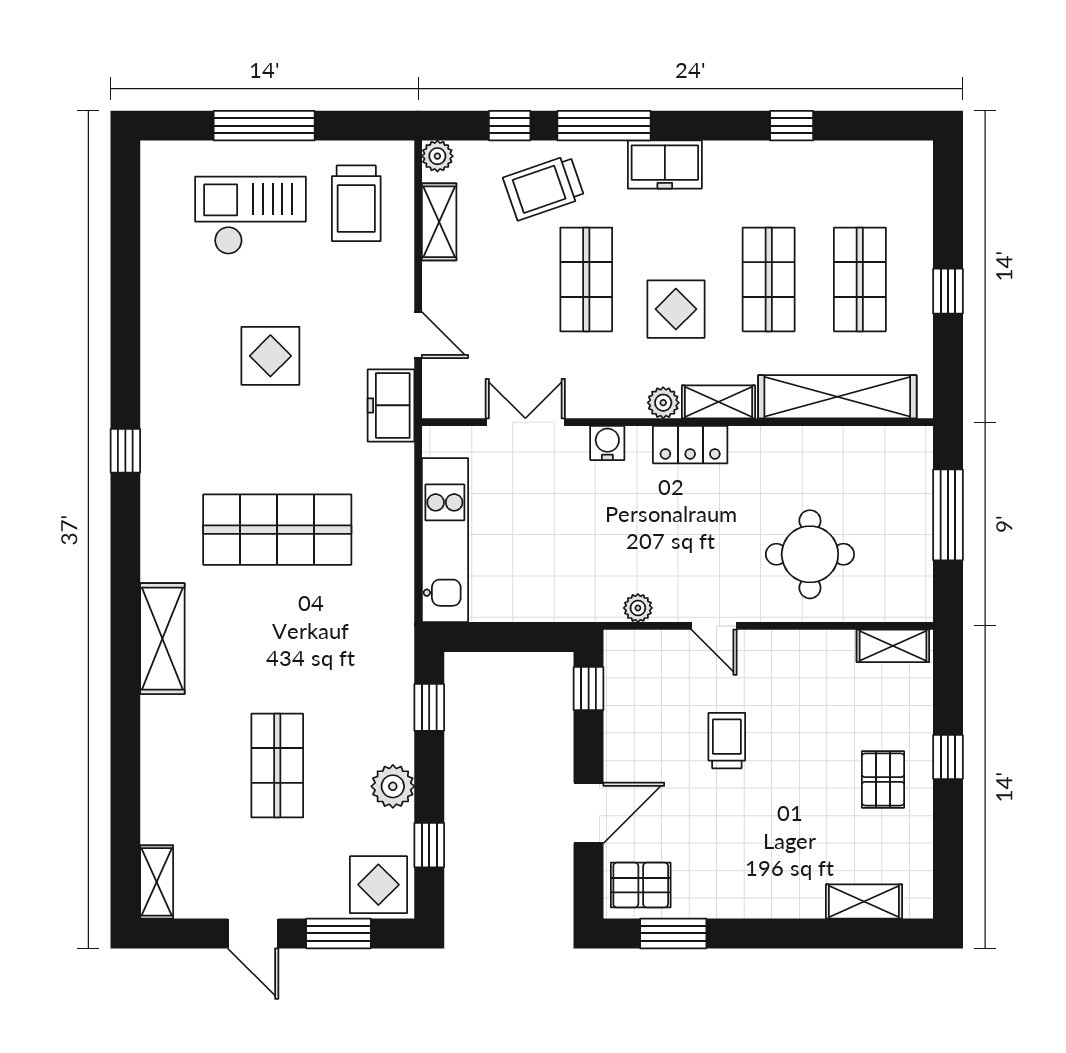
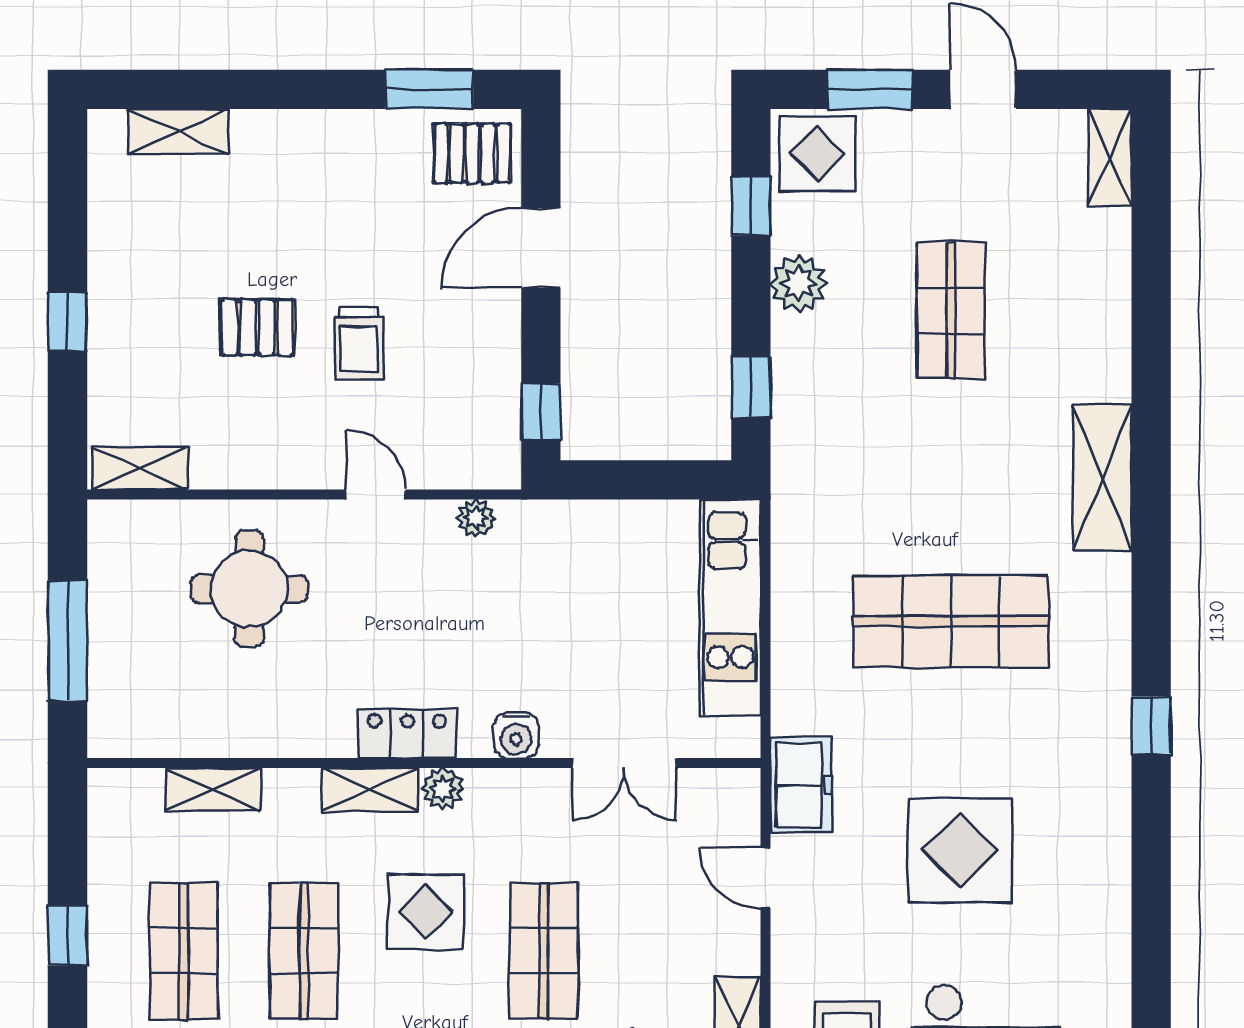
display table: (270, 356) -> (960, 850), width x1.36, depth x1.36
shelving: (837, 397) -> (213, 789), width x0.45, depth x0.75
pallet: (883, 779) -> (257, 327), moved, turned 90

